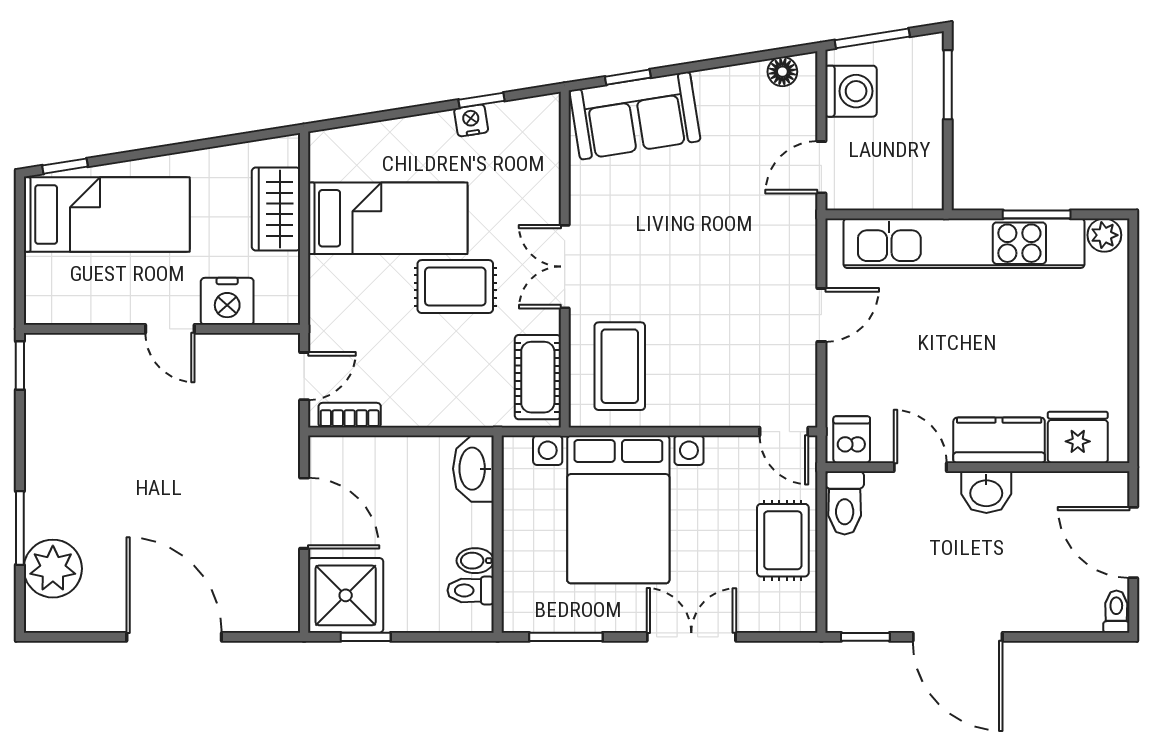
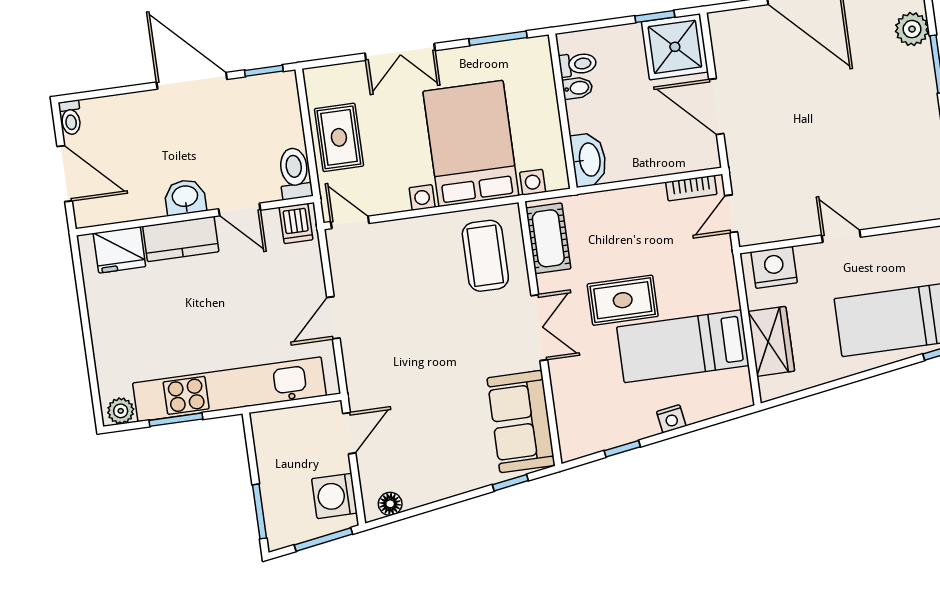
sofa: (635, 116) -> (521, 422), moved, turned -81
nightstand: (471, 120) -> (671, 419), moved
nightstand: (227, 301) -> (774, 267), moved
plant: (53, 569) -> (912, 29), width x0.73, depth x0.73

